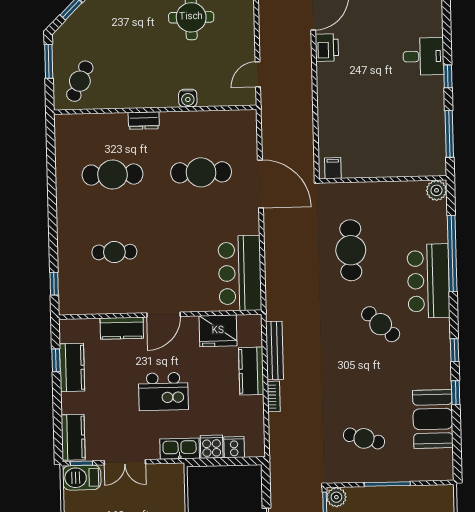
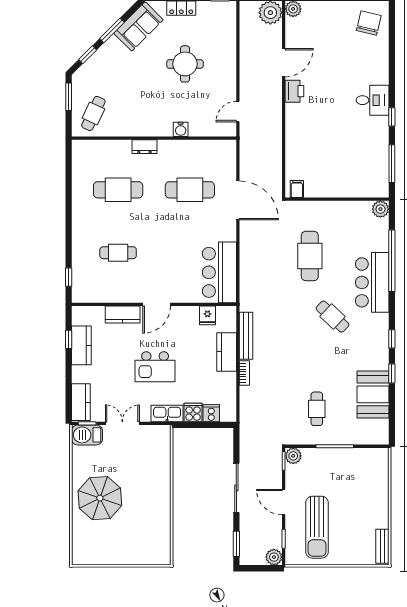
fridge: (218, 331) -> (207, 315), width x0.53, depth x0.75
cafe table: (364, 438) -> (317, 409), turned 74
double door: (125, 462) -> (122, 423), swing flipped

